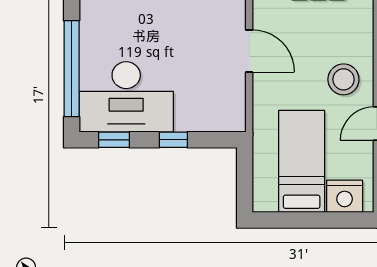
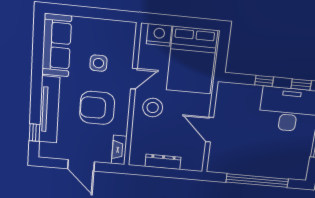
bed: (302, 161) -> (192, 60), width x1.50

